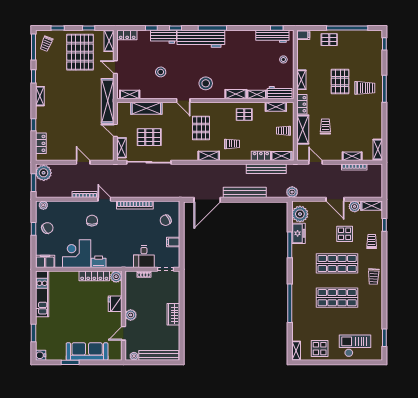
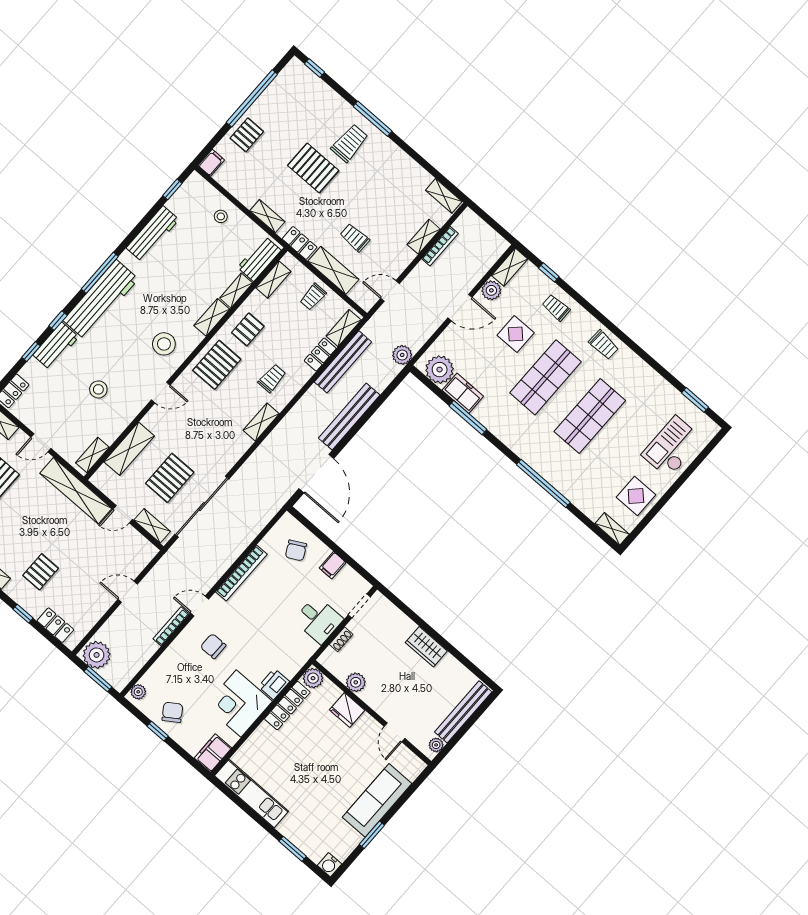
workbench: (272, 36) -> (153, 234), moved
pallet: (59, 116) -> (41, 572), added
pallet: (201, 128) -> (217, 365), moved, turned 90
plant: (131, 315) -> (356, 682), moved

